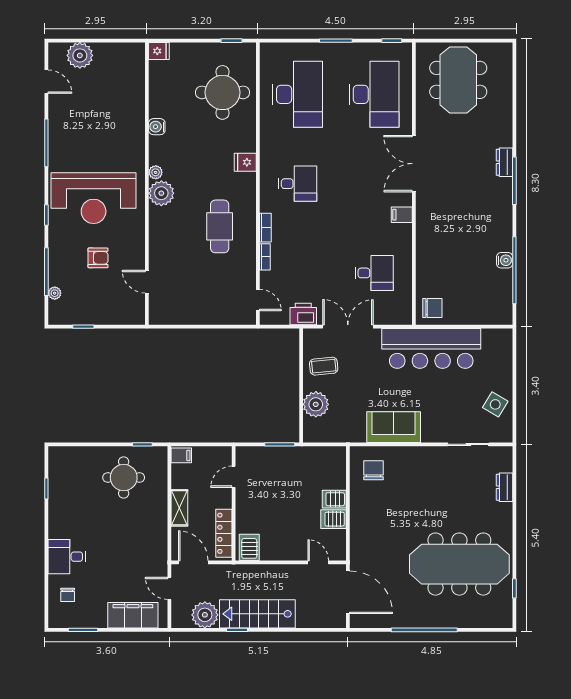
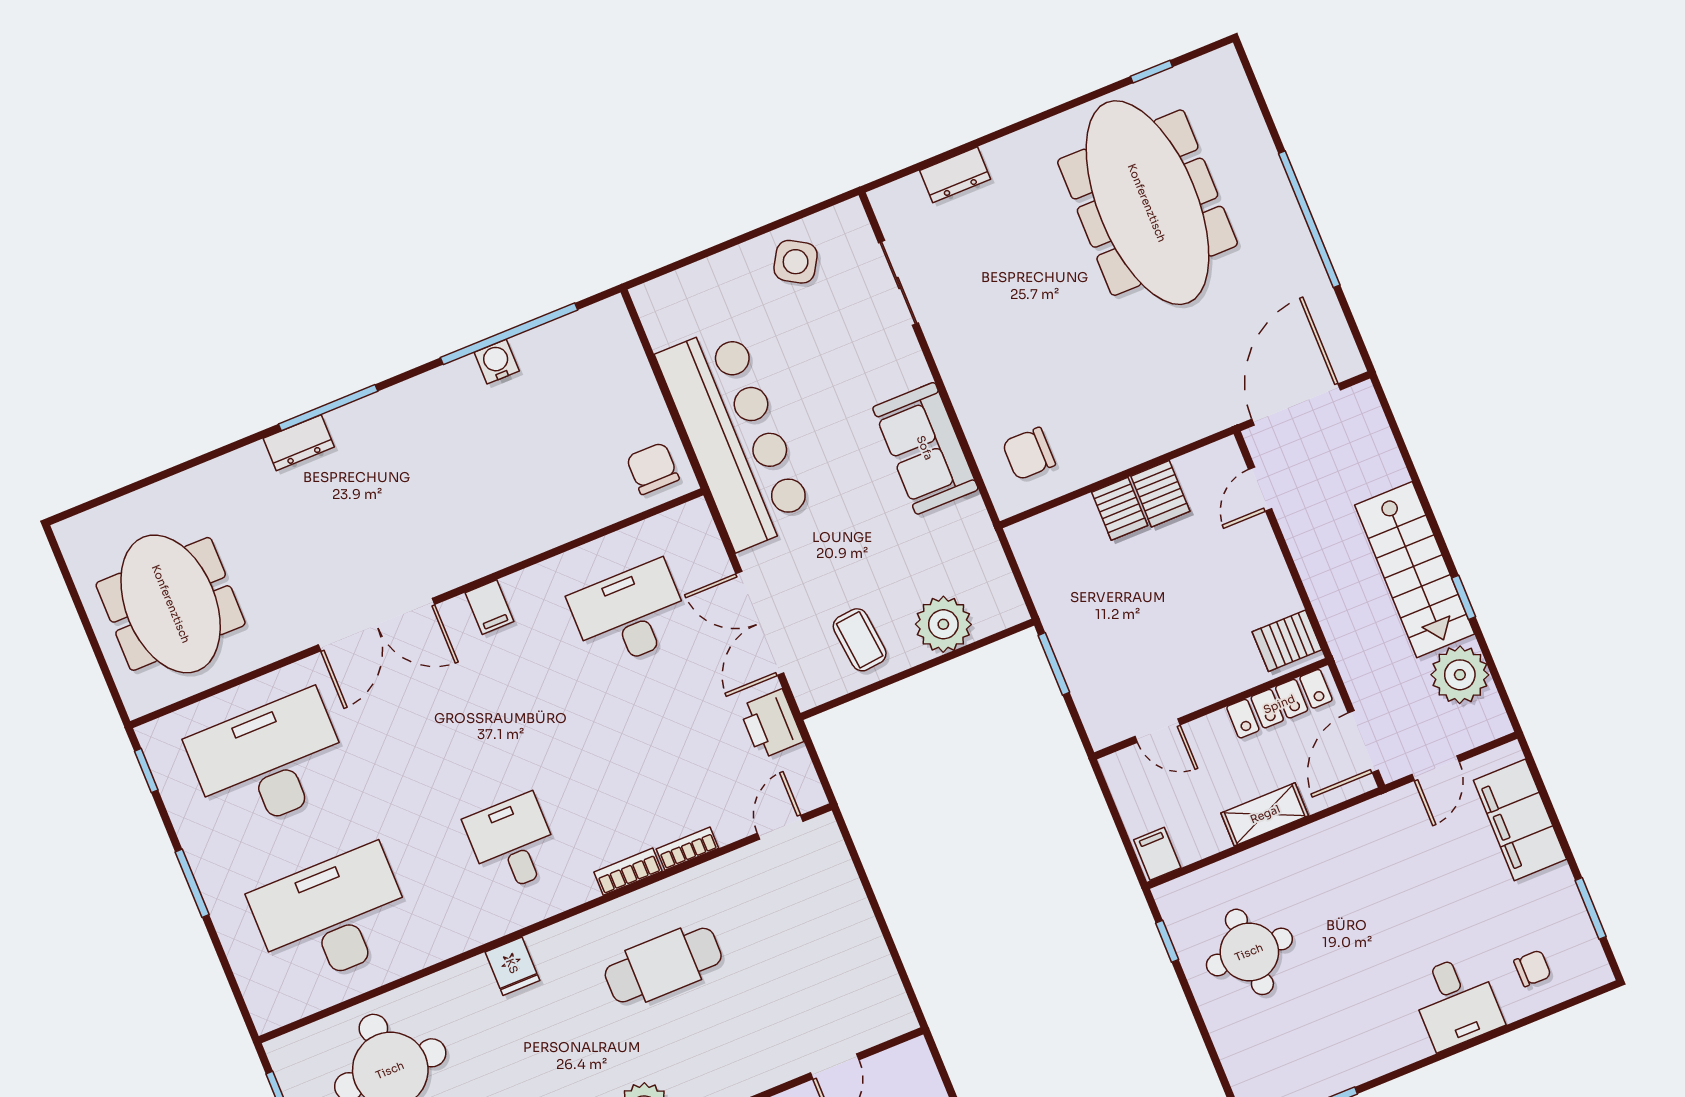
meeting table: (458, 80) -> (171, 604), turned 90
desk: (374, 273) -> (630, 615), width x1.37

